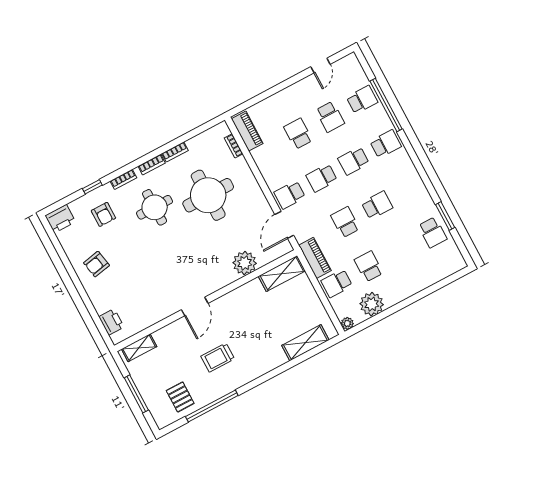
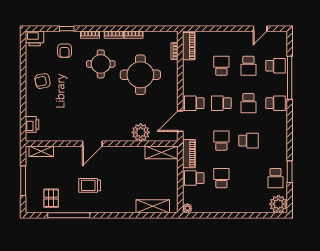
school desk: (354, 161) -> (248, 103), turned -90
plant: (372, 304) -> (278, 204), moved

